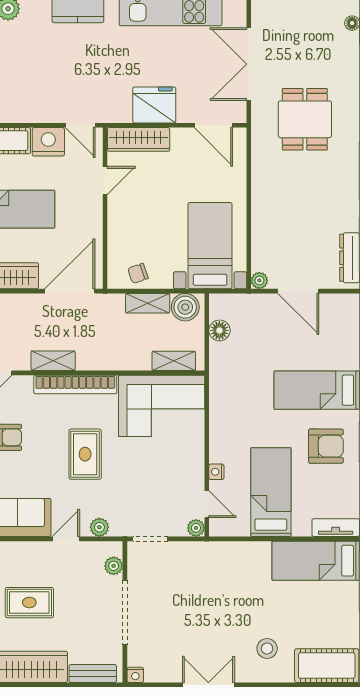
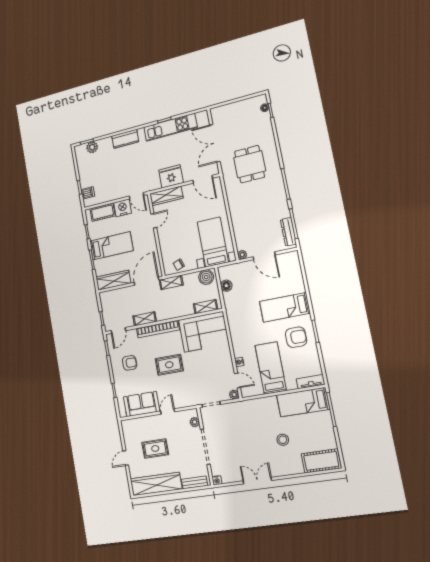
shelving: (148, 303) -> (171, 282), moved
rug: (85, 454) -> (169, 365), turned 90
plant: (99, 527) -> (184, 402), removed
stool: (267, 649) -> (283, 440), moved

